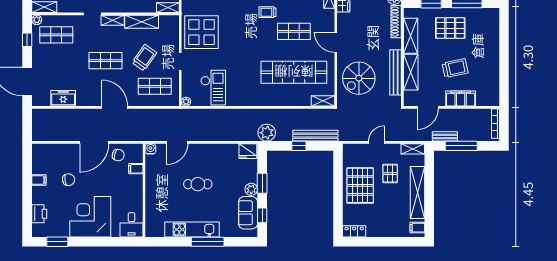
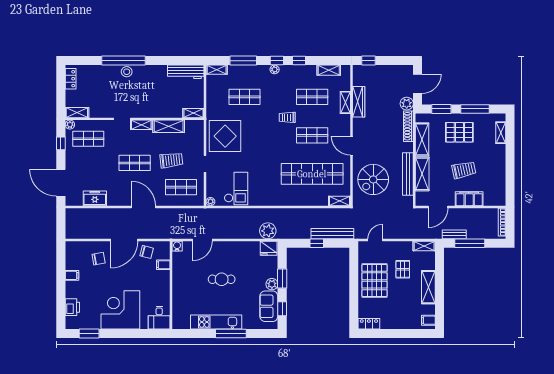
shelving: (494, 29) -> (501, 133), added
trolley: (144, 58) -> (171, 160), turned 48
plant: (267, 133) -> (268, 231), moved
door: (377, 142) -> (375, 240), moved
chair: (69, 180) -> (99, 259), moved
shelving: (417, 192) -> (428, 287), width x0.68

